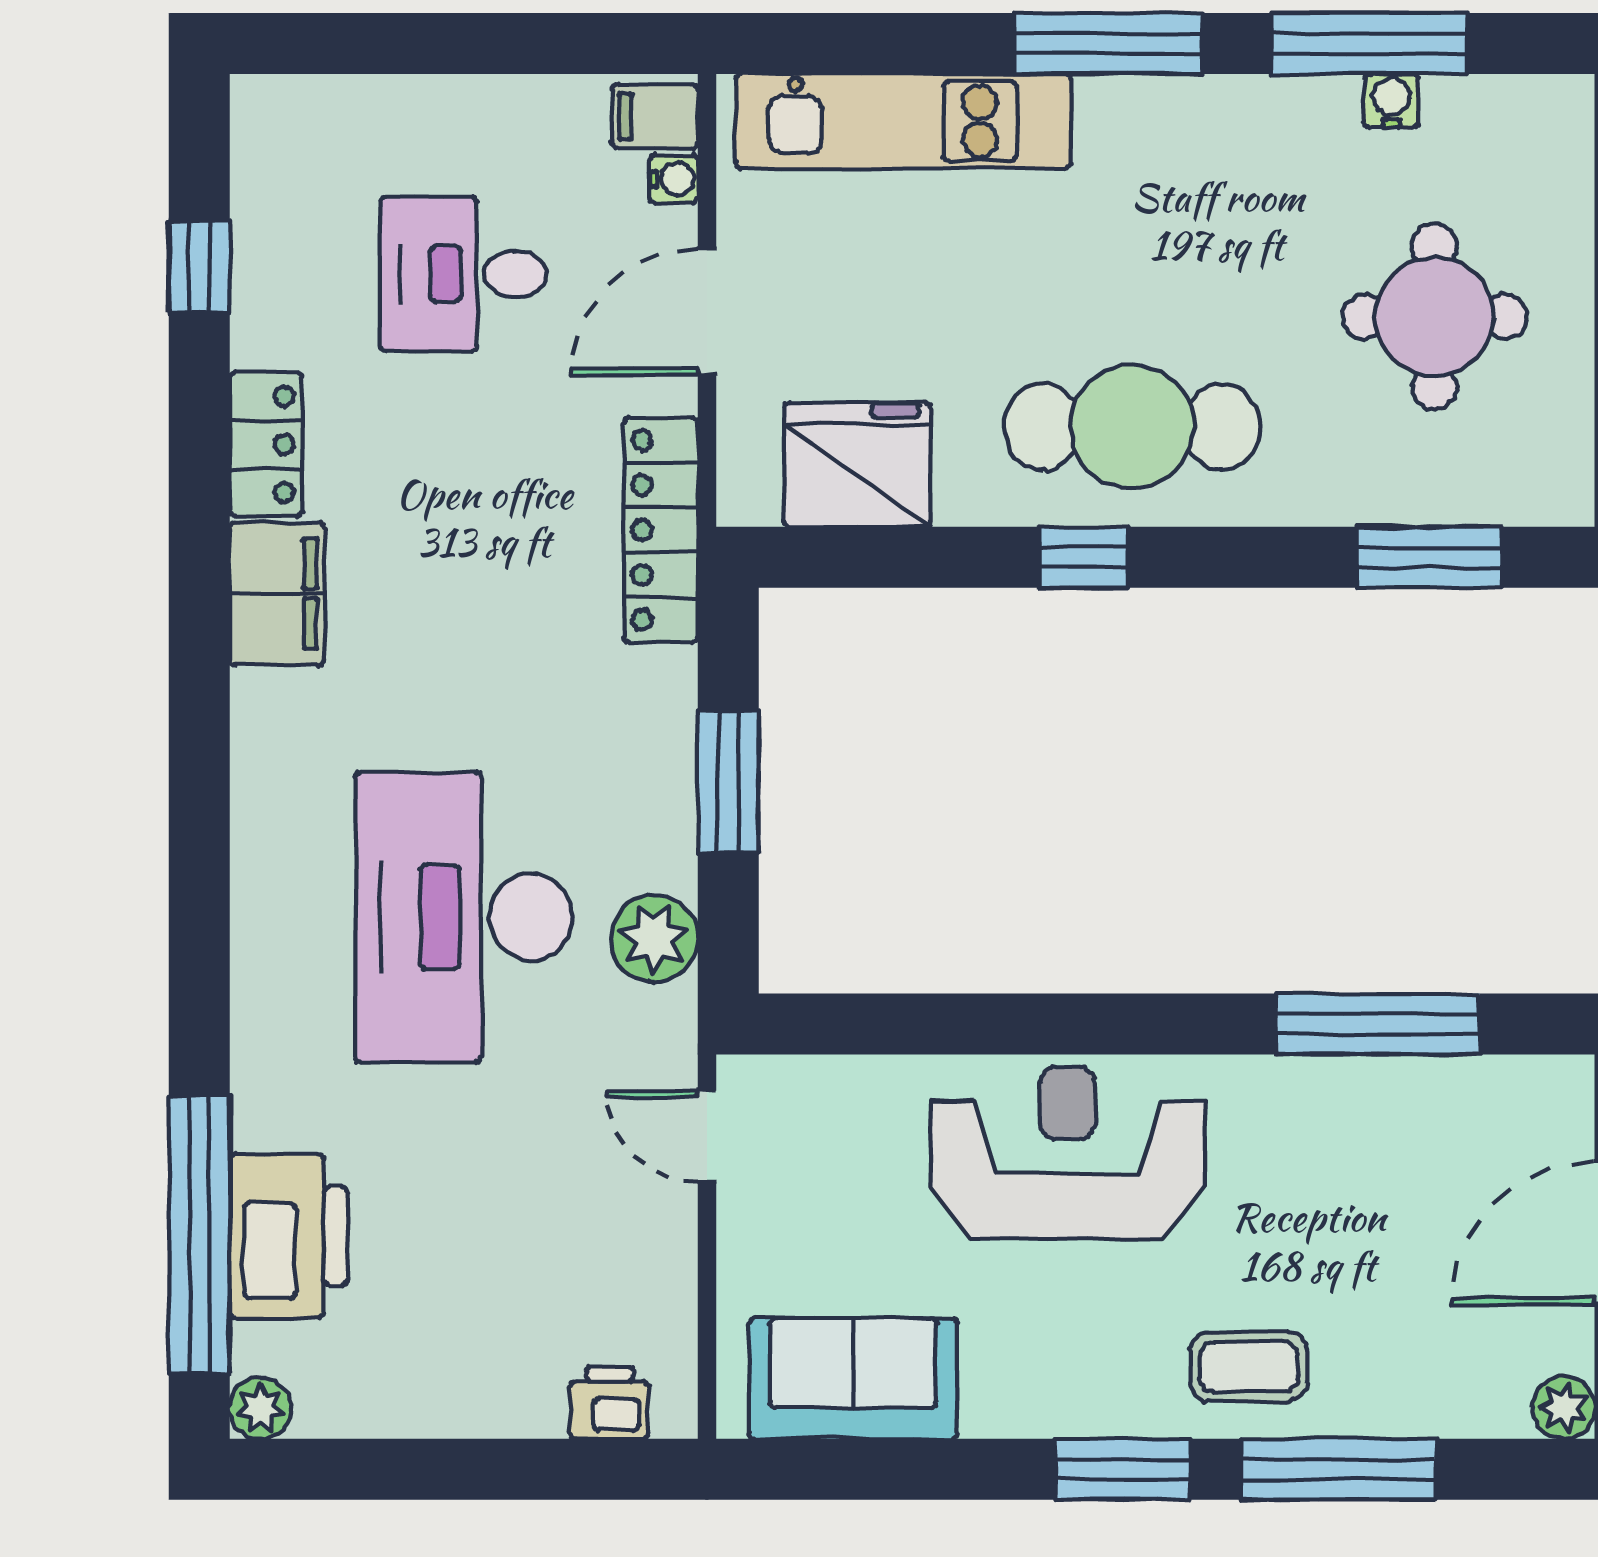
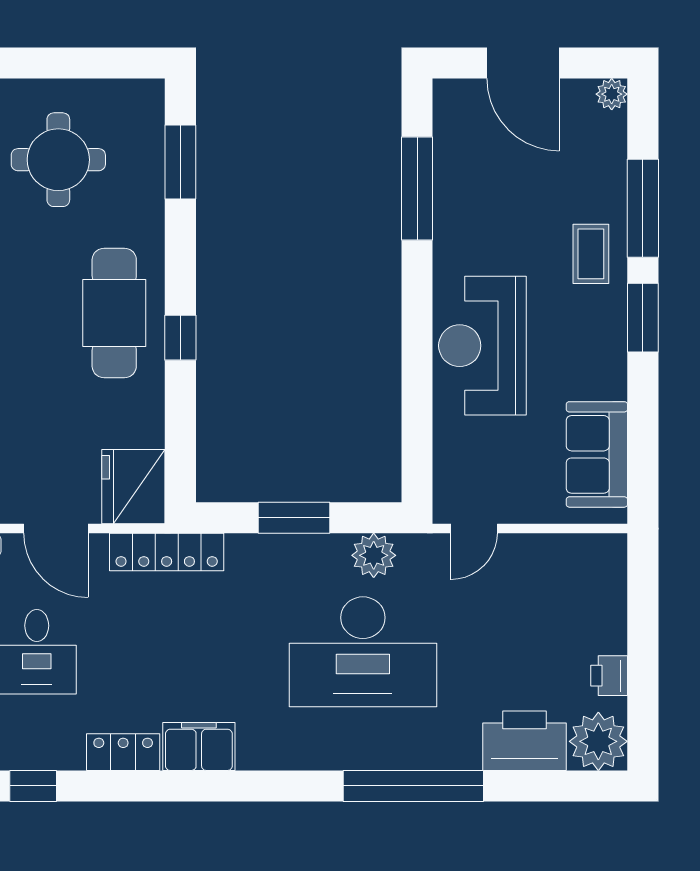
fridge: (857, 465) -> (133, 487), moved
window: (199, 1234) -> (413, 786), moved
printer: (609, 1403) -> (609, 676), moved
plant: (260, 1408) -> (598, 741), width x1.88, depth x1.88

